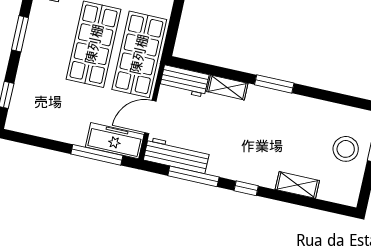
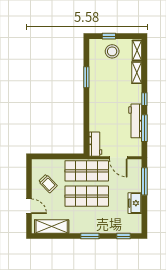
window: (274, 84) -> (86, 77), moved
shelving: (227, 87) -> (137, 50), moved
freezer: (115, 141) -> (135, 203), moved, width x0.71
workbench: (177, 155) -> (135, 121), moved

